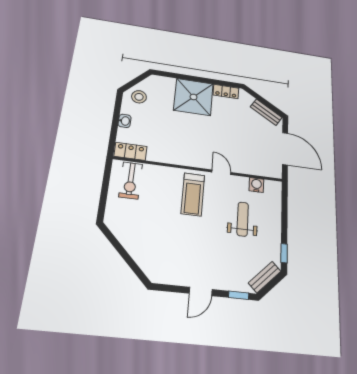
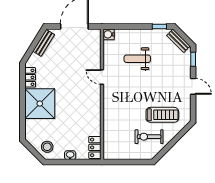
door: (221, 172) -> (102, 77), hinge flipped
exercise bike: (131, 180) -> (149, 137), moved, turned 180
water cooler: (256, 185) -> (109, 34), moved
treadmill: (193, 194) -> (162, 115), moved

